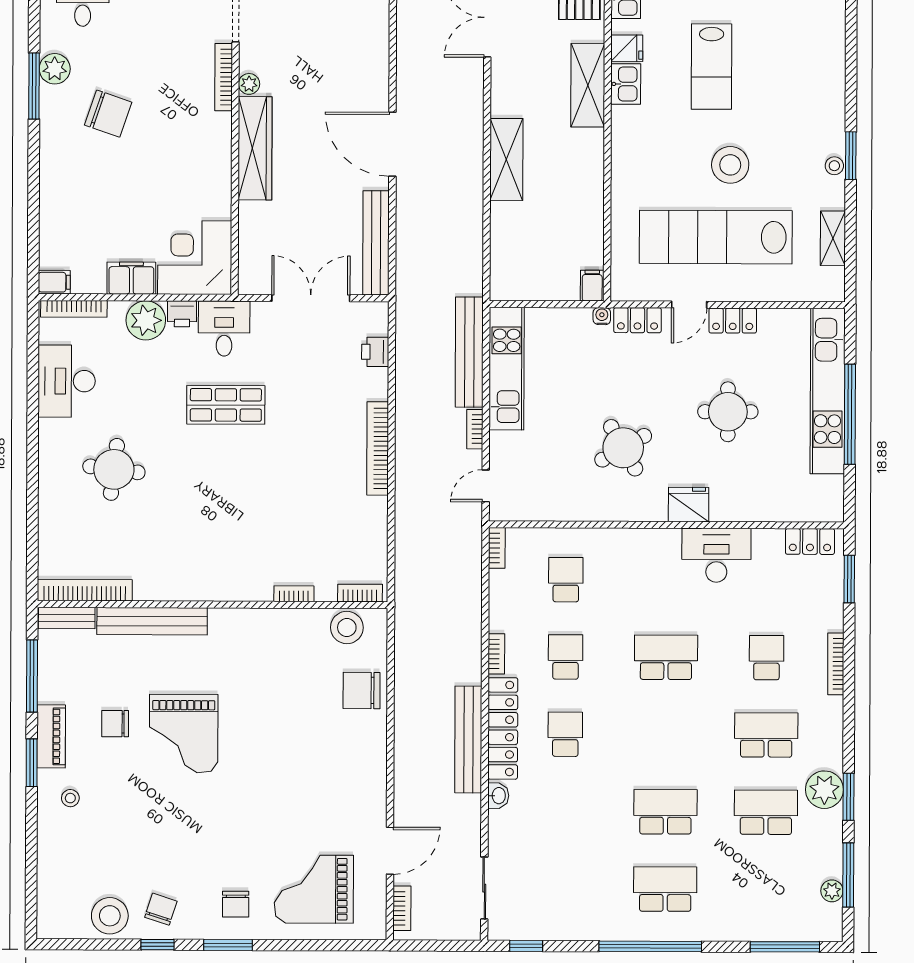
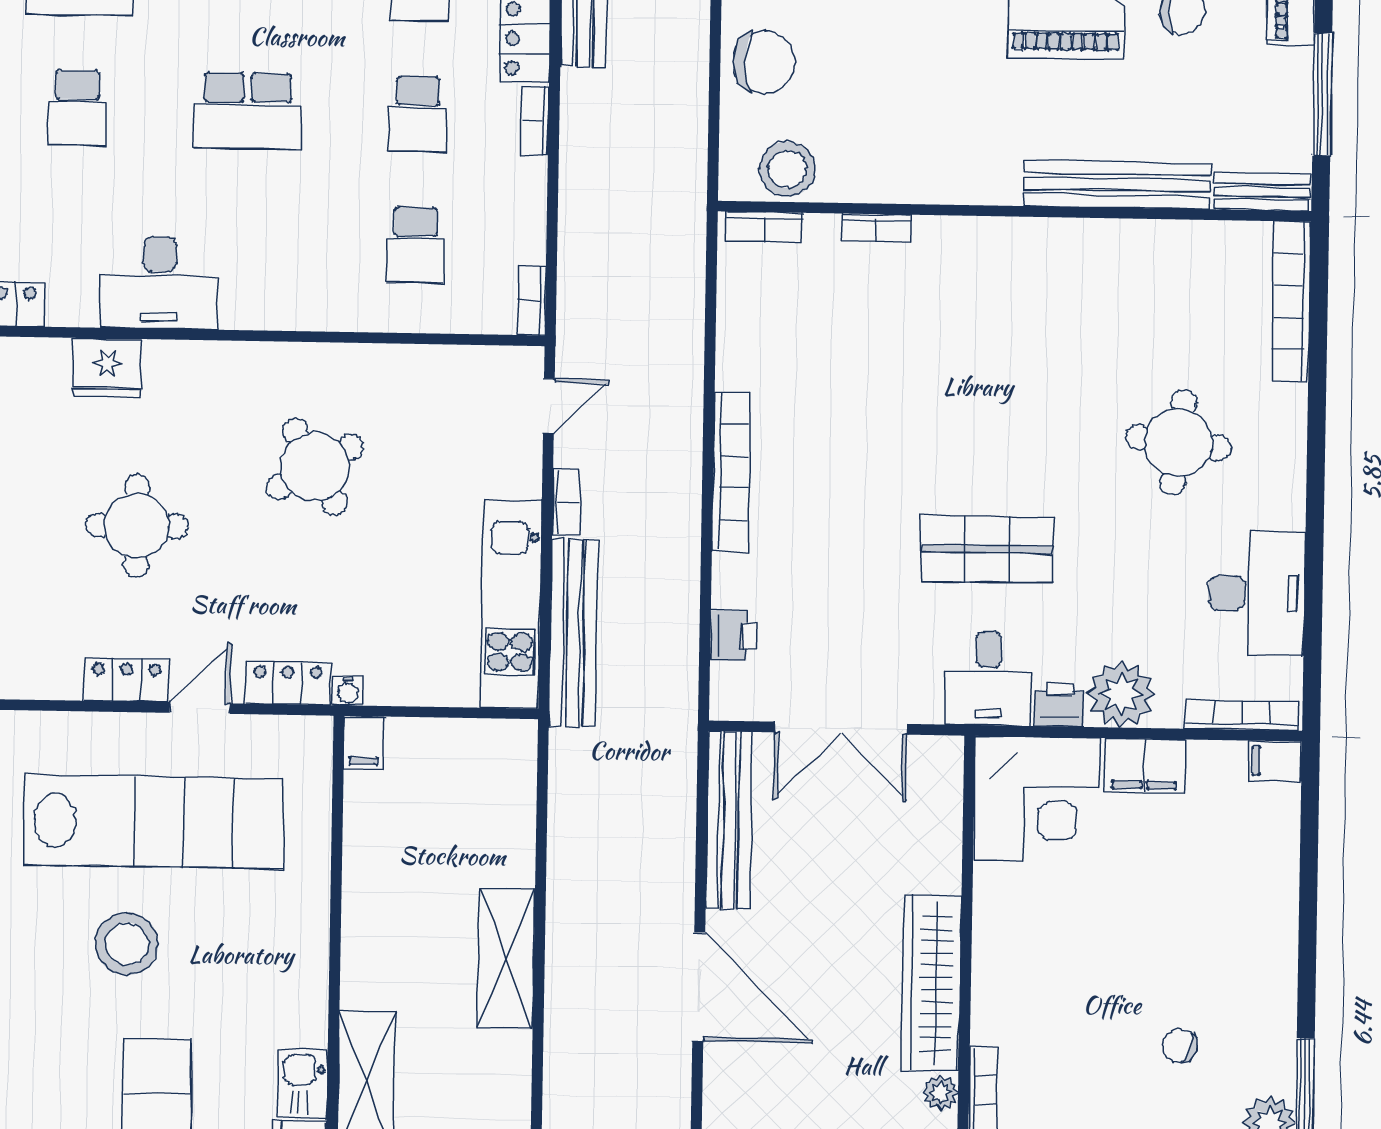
chair: (108, 114) -> (1180, 1046), width x0.54, depth x0.54
fridge: (689, 504) -> (108, 368), moved
bookcase: (85, 590) -> (1292, 302), moved, turned 90

